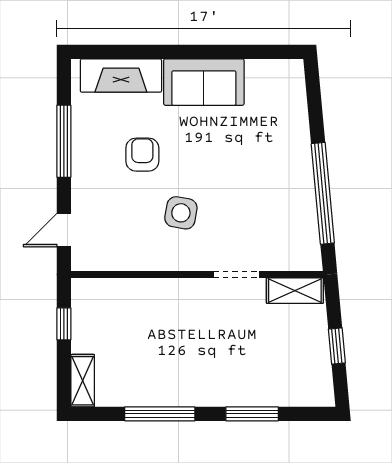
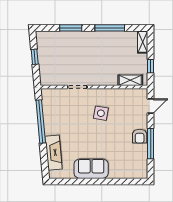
fireplace: (121, 76) -> (54, 153), moved, turned 85
armchair: (142, 155) -> (140, 136), moved
shelving: (295, 291) -> (130, 80), moved

